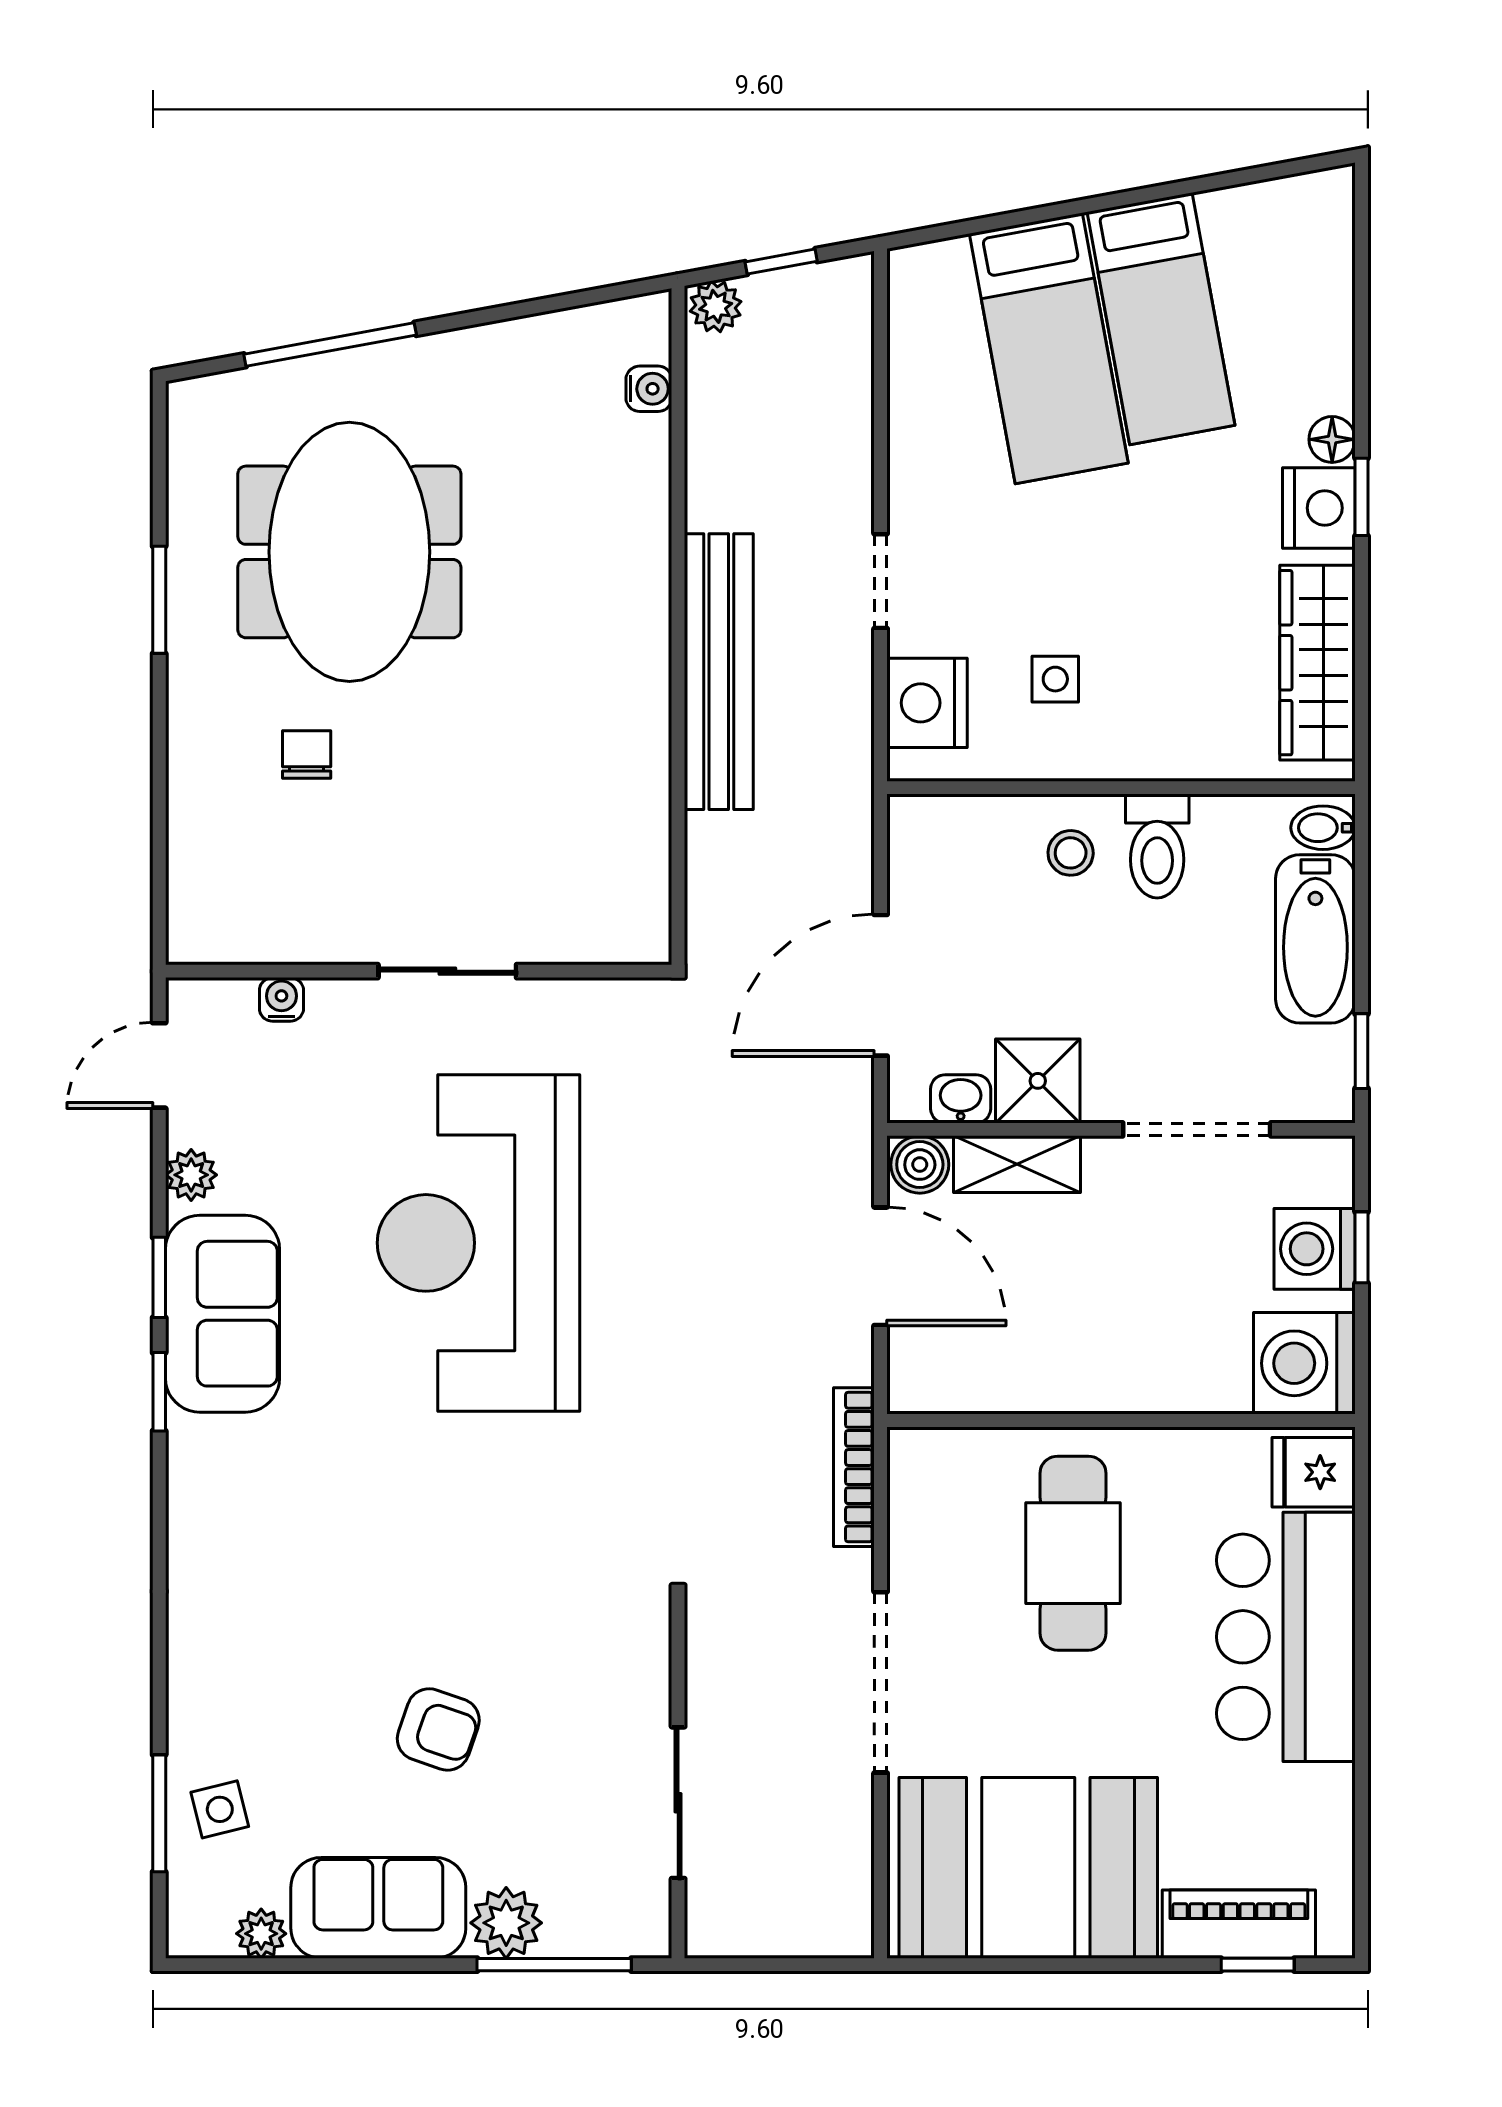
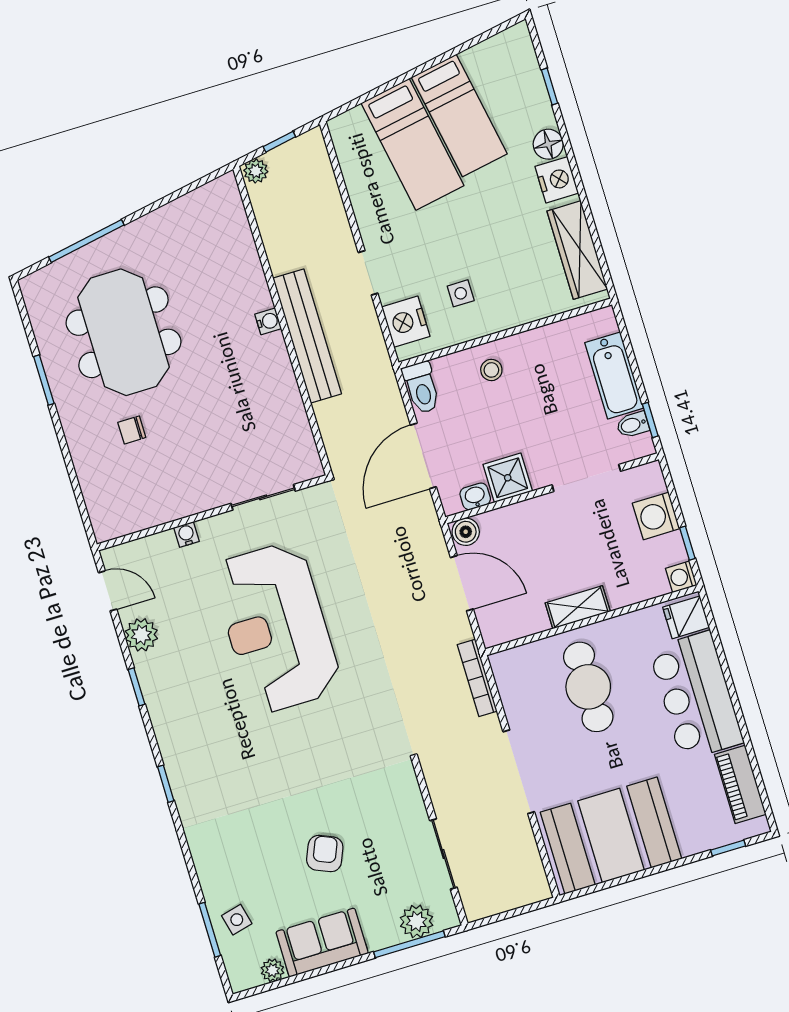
water cooler: (649, 389) -> (268, 321), moved
floor lamp: (1332, 439) -> (548, 144), width x1.37, depth x1.37
window: (1361, 497) -> (550, 87), moved
chair: (307, 754) -> (132, 430), turned -90
bidet: (1323, 828) -> (633, 425), moved
toilet: (1157, 846) -> (422, 388), moved
sliding door: (447, 971) -> (263, 497), moved
water cooler: (281, 999) -> (186, 534), moved
door: (159, 1065) -> (108, 591), swing flipped
shelving: (1017, 1164) -> (578, 607), moved
plant: (191, 1175) -> (141, 635), width x1.38, depth x1.38
window: (1361, 1247) -> (687, 543), moved
sofa: (222, 1314) -> (170, 695), removed
washing machine: (1304, 1363) -> (681, 577), width x0.53, depth x0.53
window: (159, 1392) -> (166, 784), moved
armchair: (438, 1729) -> (325, 854), turned -86
plant: (506, 1923) -> (417, 921), moved
piano: (1239, 1924) -> (740, 784), moved, turned -90

